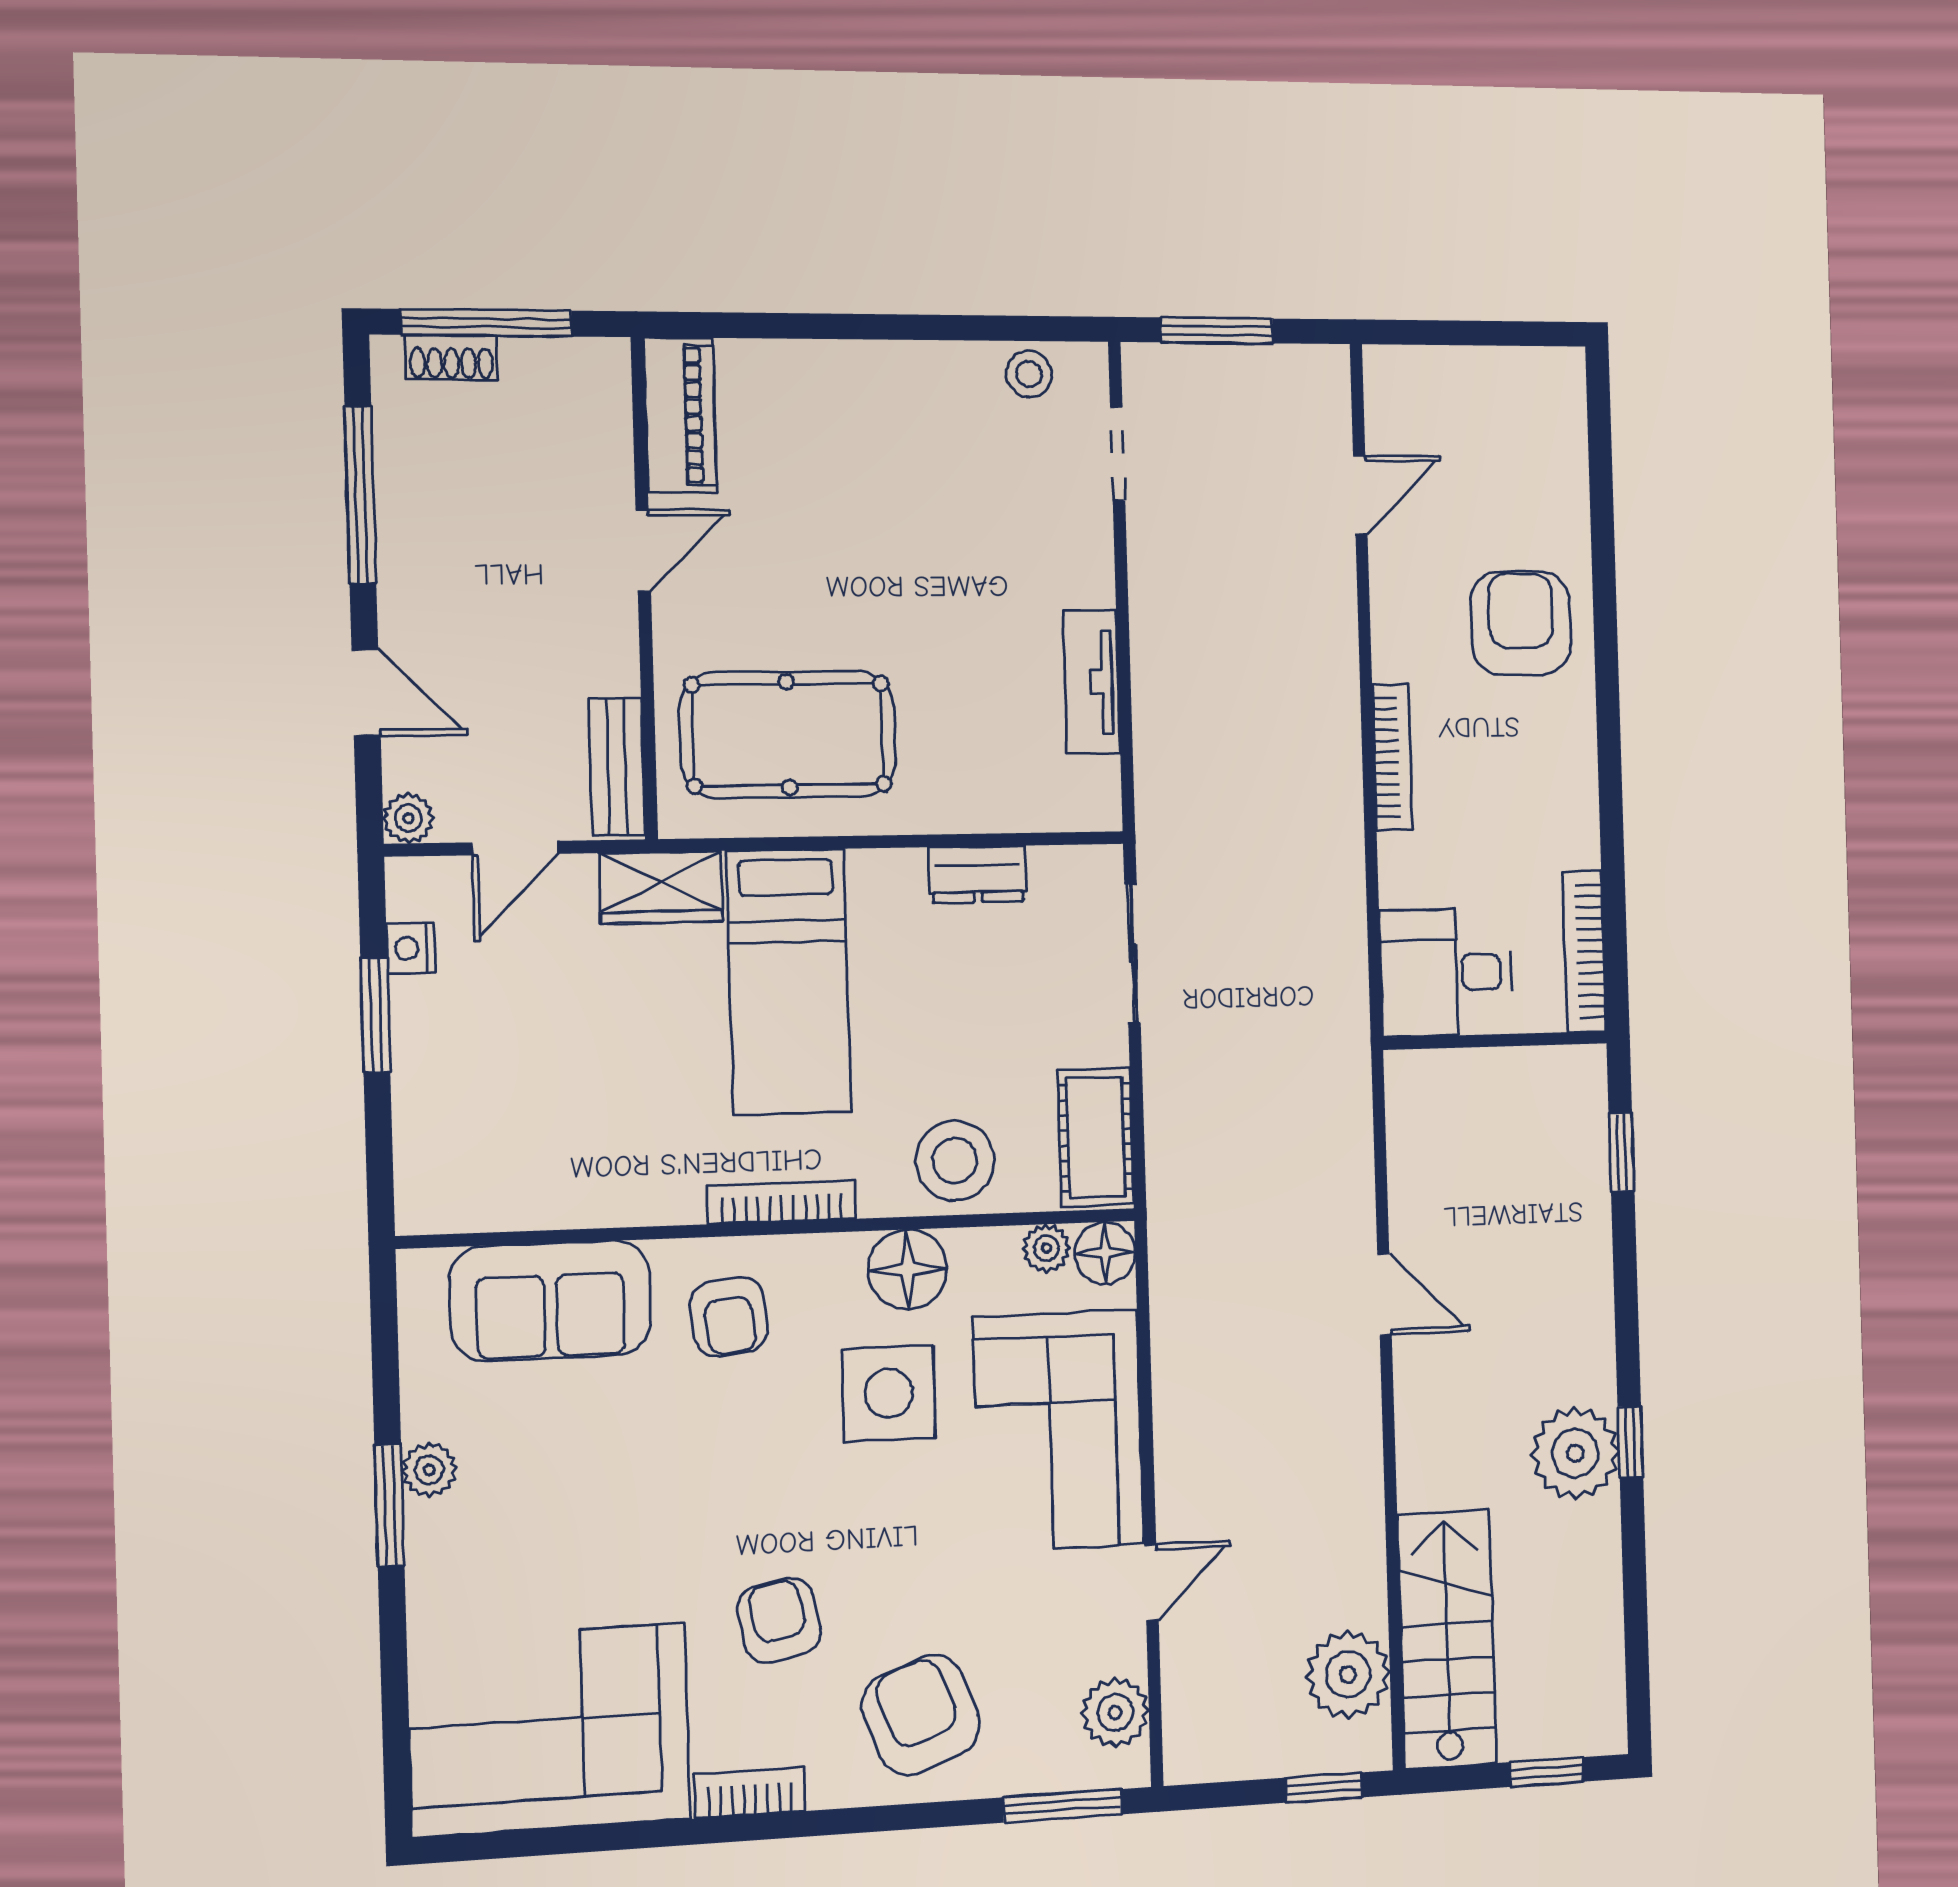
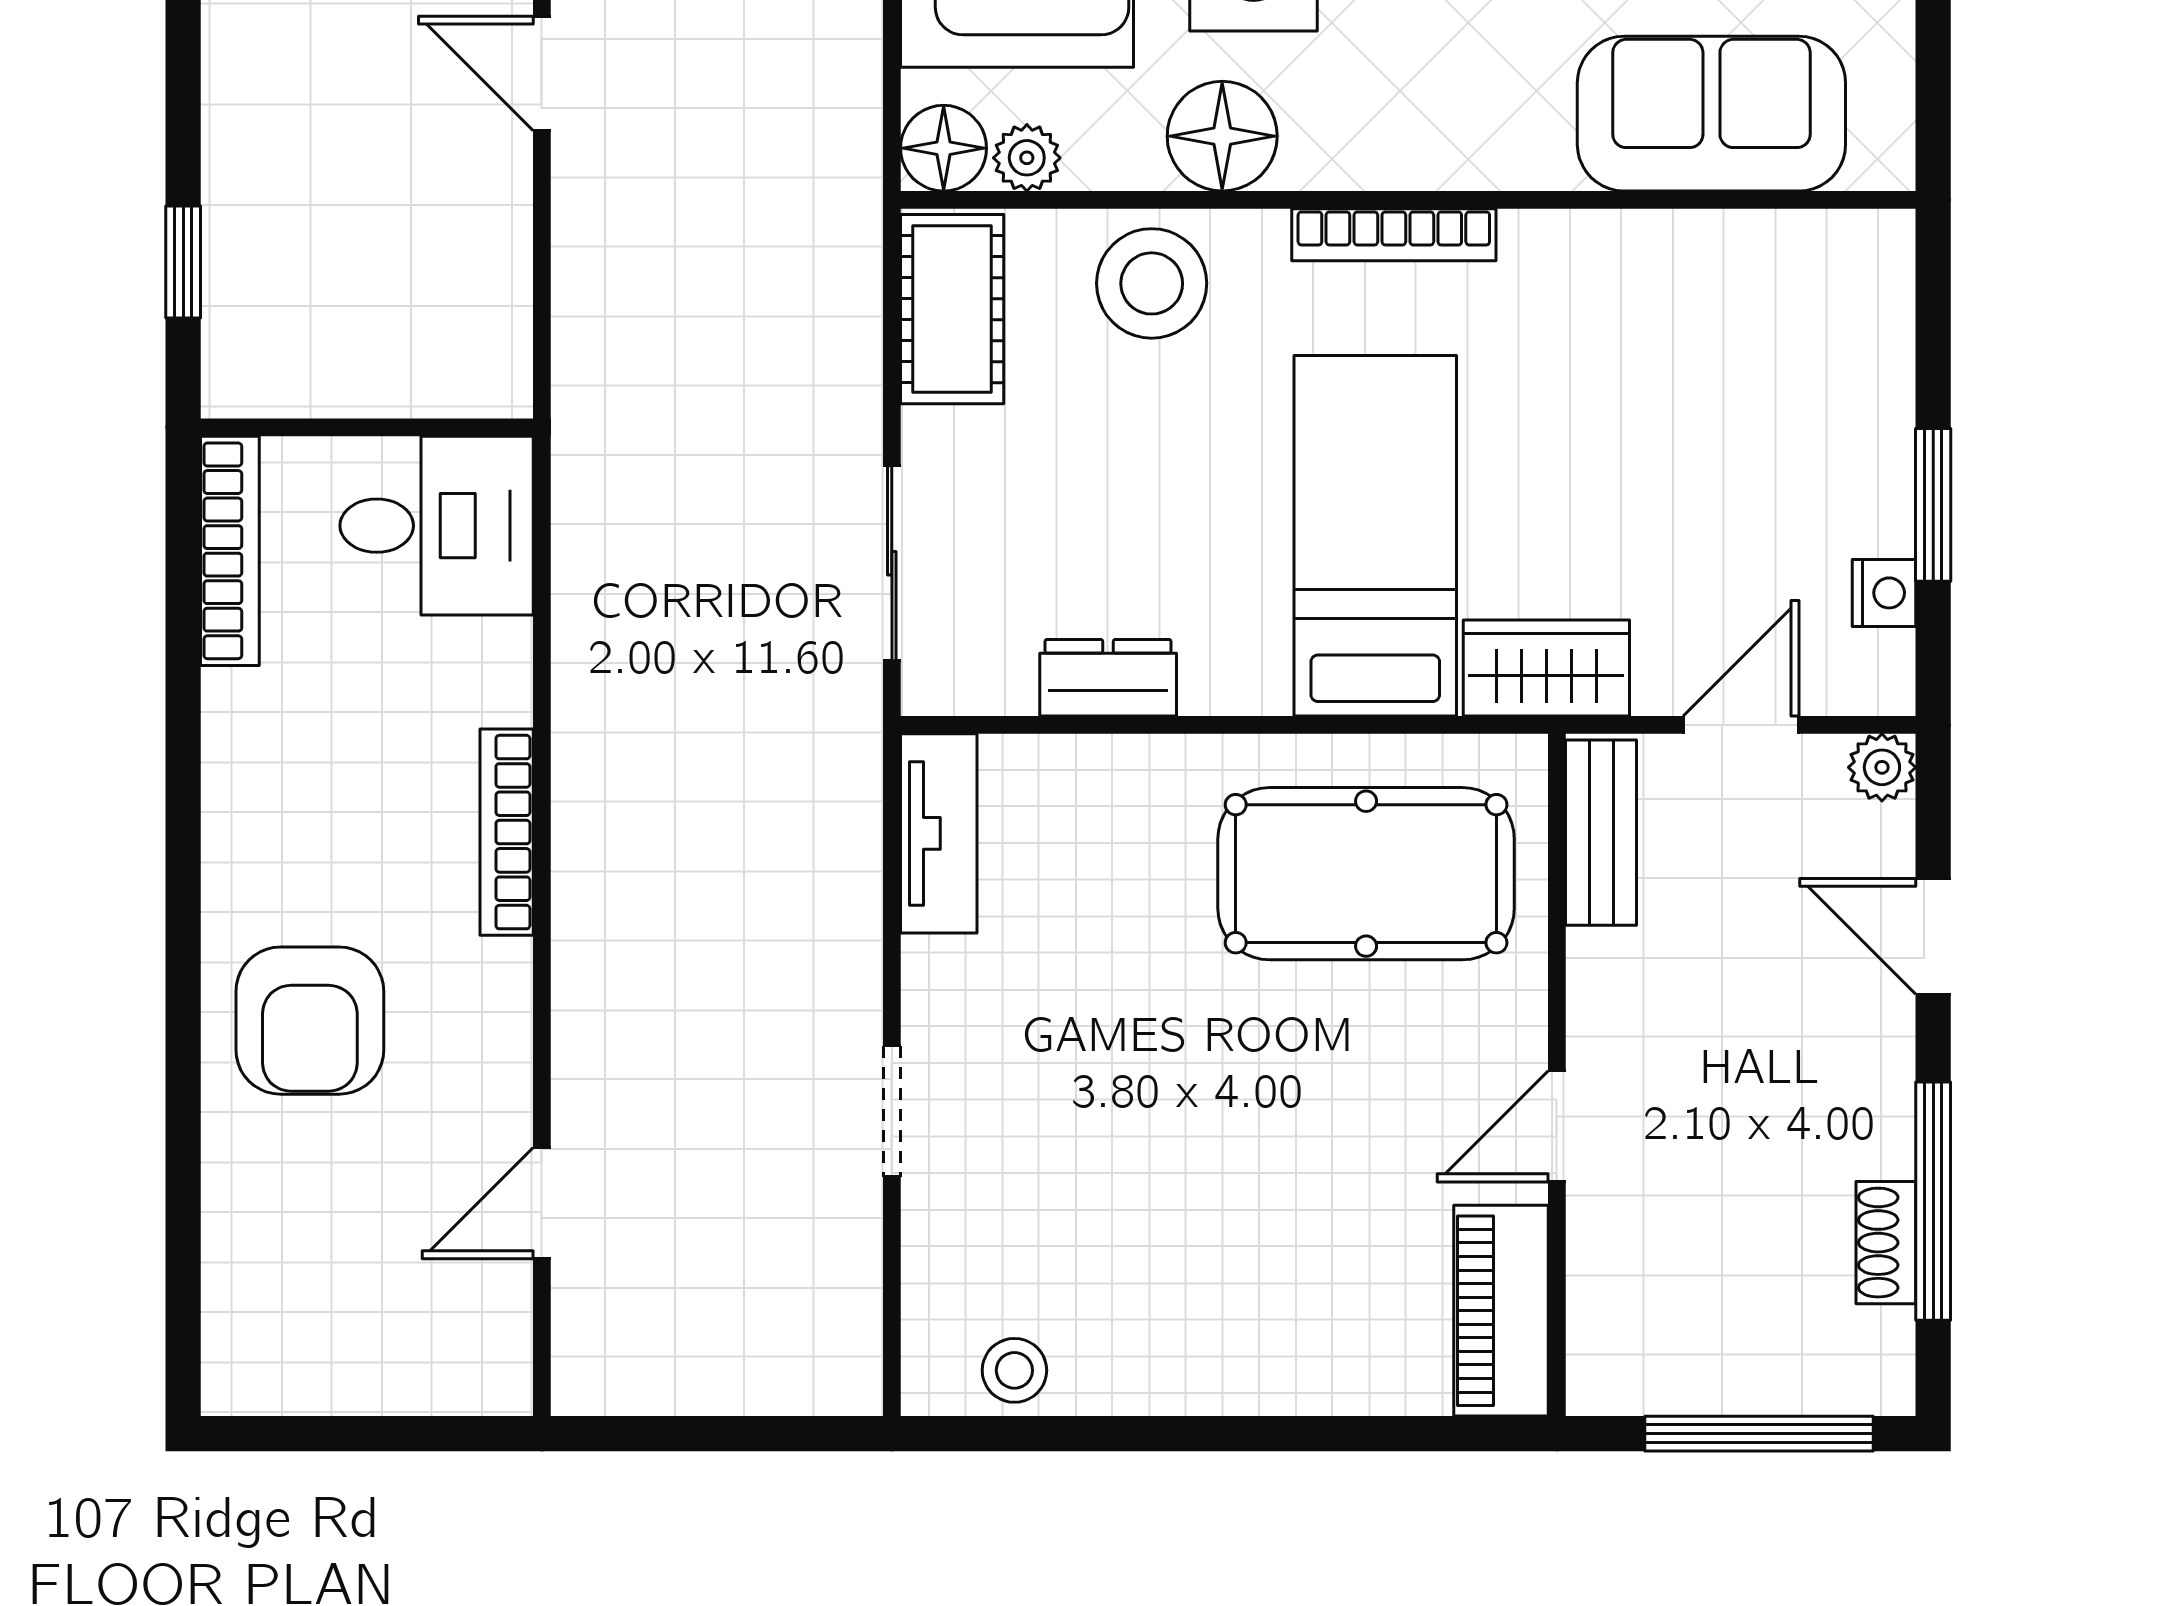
window: (1217, 330) -> (744, 1434), removed
shoe rack: (451, 357) -> (1886, 1243), moved, turned -90
doorway: (1118, 454) -> (892, 1111), moved
tv unit: (1092, 682) -> (939, 833), moved
armchair: (729, 1317) -> (1470, 82), removed

